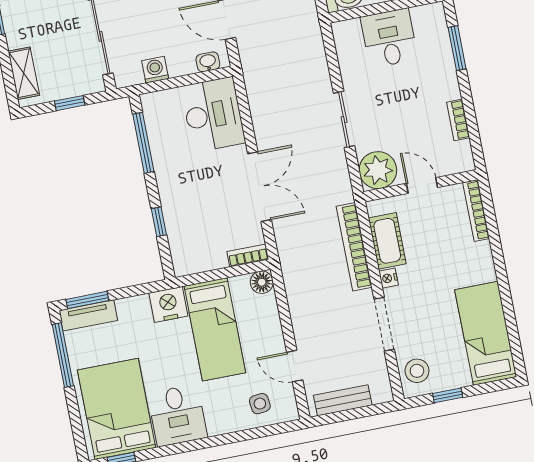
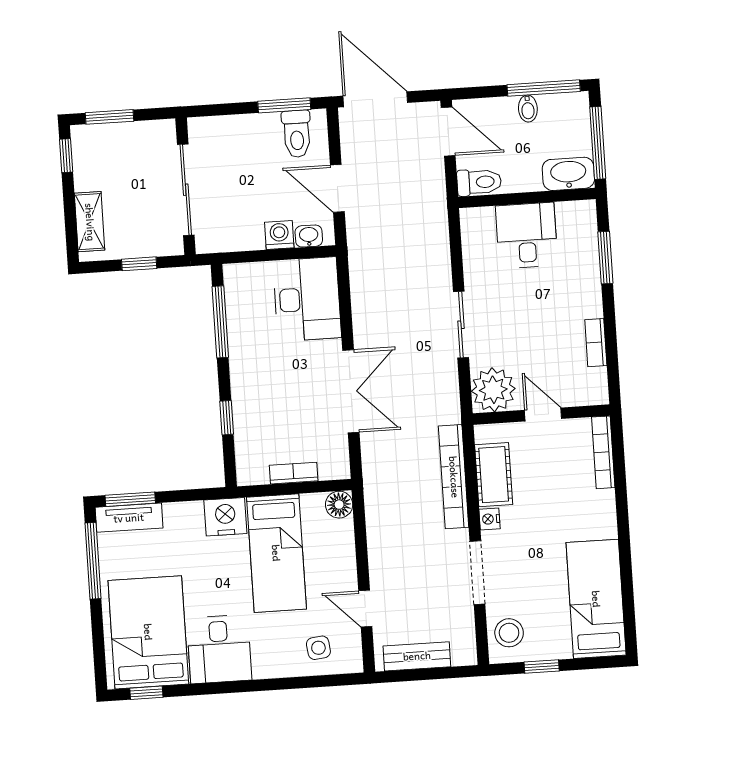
washing machine: (155, 70) -> (279, 235), moved
bookcase: (248, 255) -> (294, 473), moved

